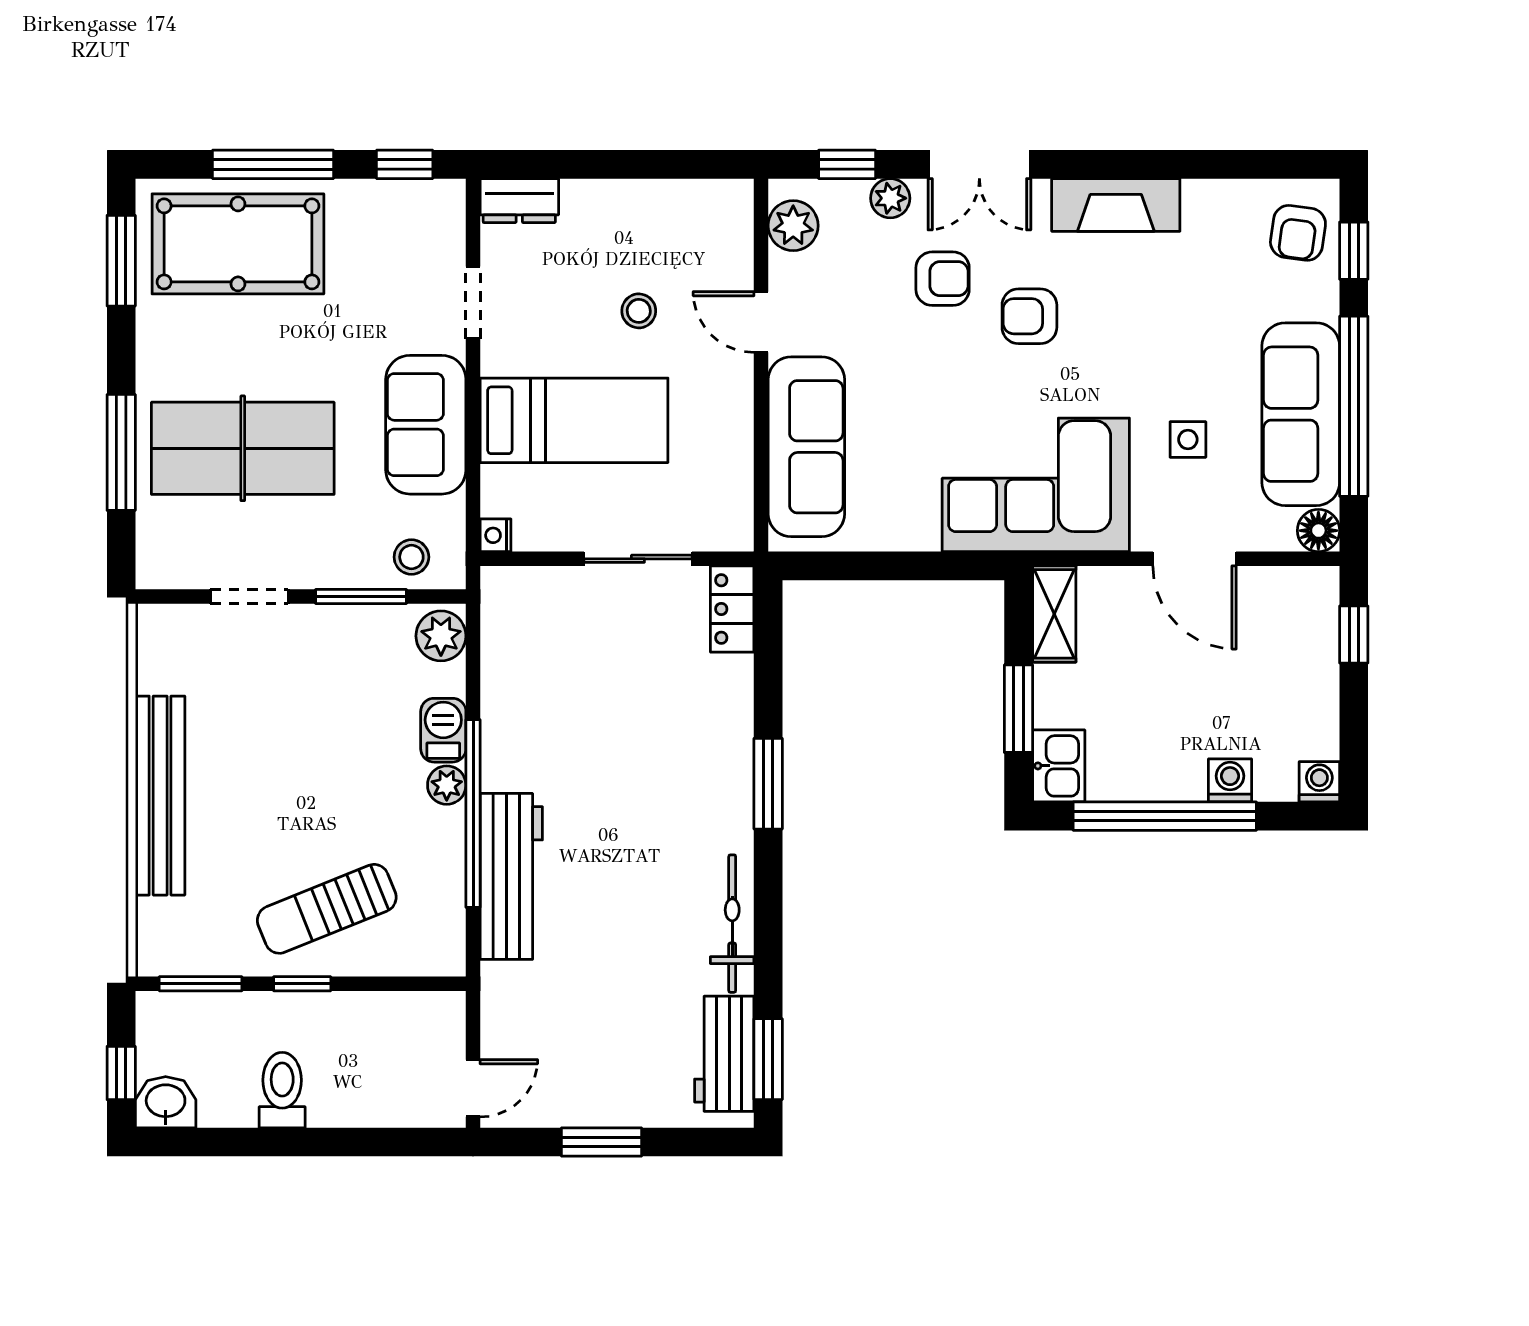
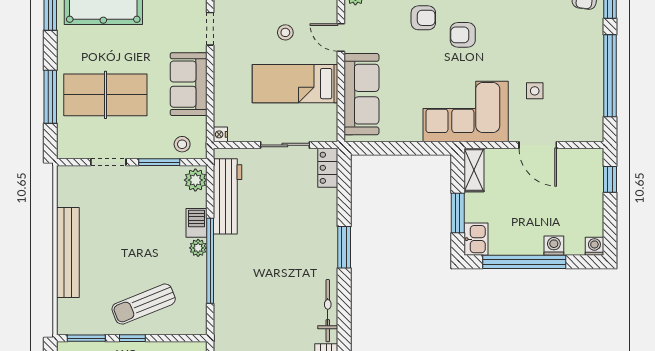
sofa: (1301, 414) -> (586, 79), removed
bed: (574, 420) -> (295, 84), moved, turned 180
floor lamp: (1318, 531) -> (594, 132), removed
workbench: (511, 876) -> (227, 196), moved

